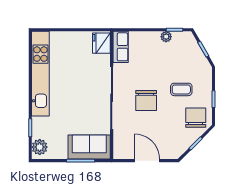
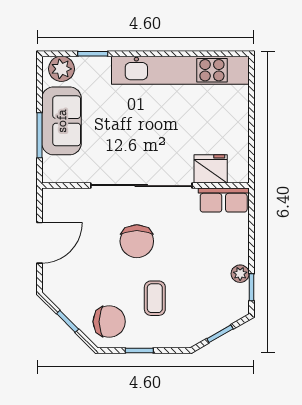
fridge: (101, 43) -> (211, 169), moved
chair: (146, 101) -> (137, 241), turned -90
sofa: (89, 147) -> (62, 121), moved

